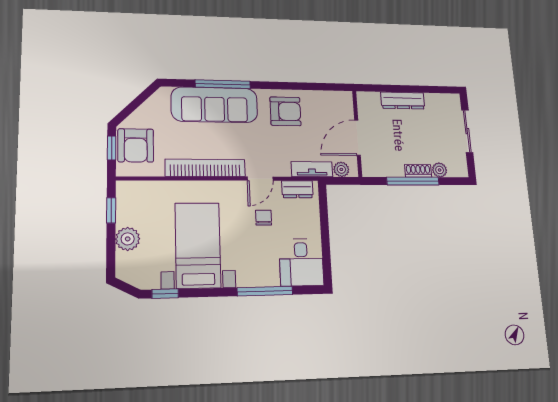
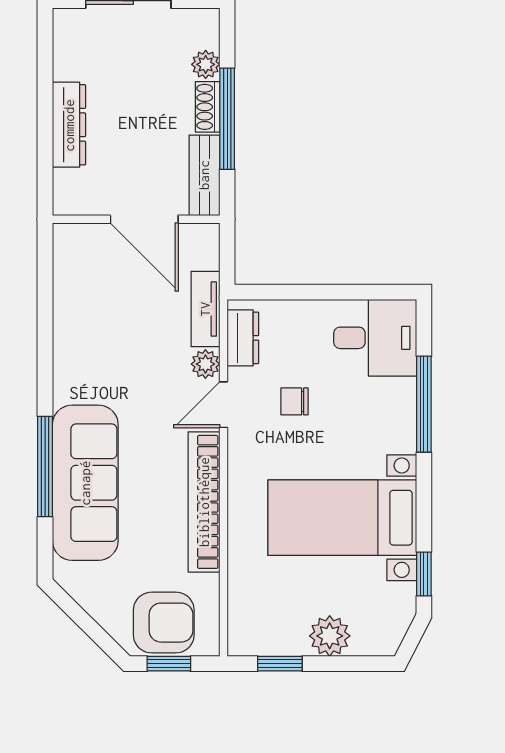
armchair: (285, 111) -> (95, 353), removed
plant: (341, 169) -> (205, 364), moved
bench: (383, 169) -> (204, 175), added
door: (260, 179) -> (224, 405), swing flipped

